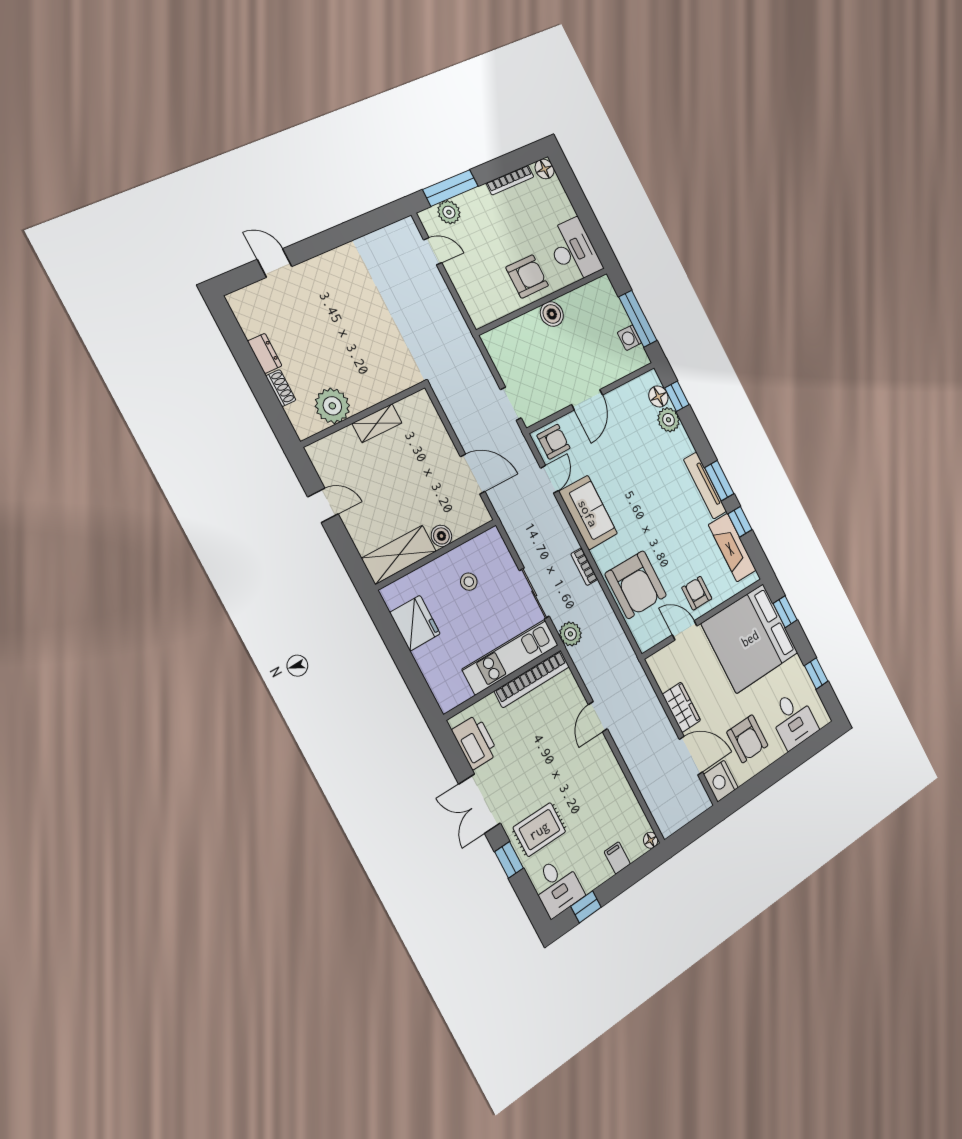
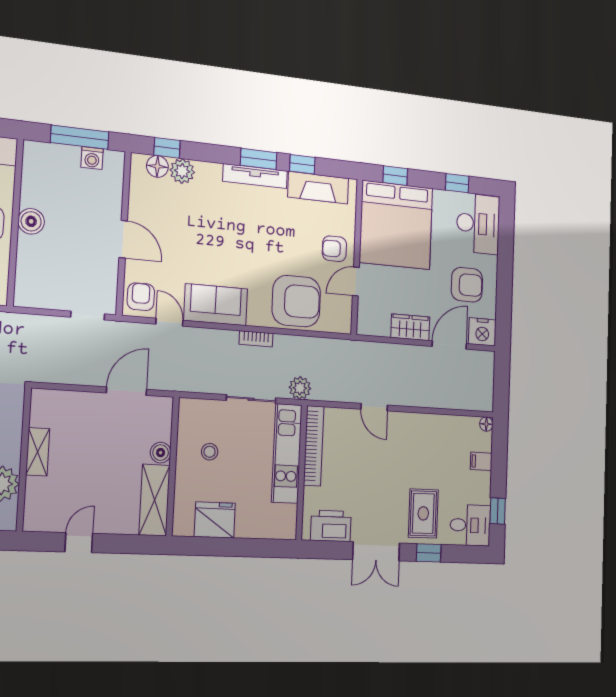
desk: (793, 720) -> (478, 224), width x1.37

